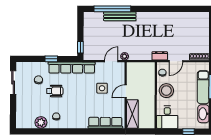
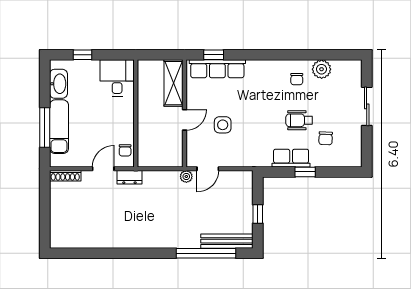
bench: (120, 16) -> (227, 241), moved
window: (80, 47) -> (258, 214), moved
row of seats: (72, 68) -> (291, 158), width x0.50
sliding door: (13, 82) -> (367, 106), moved
stool: (166, 91) -> (119, 121), removed
window: (108, 131) -> (214, 55), added

